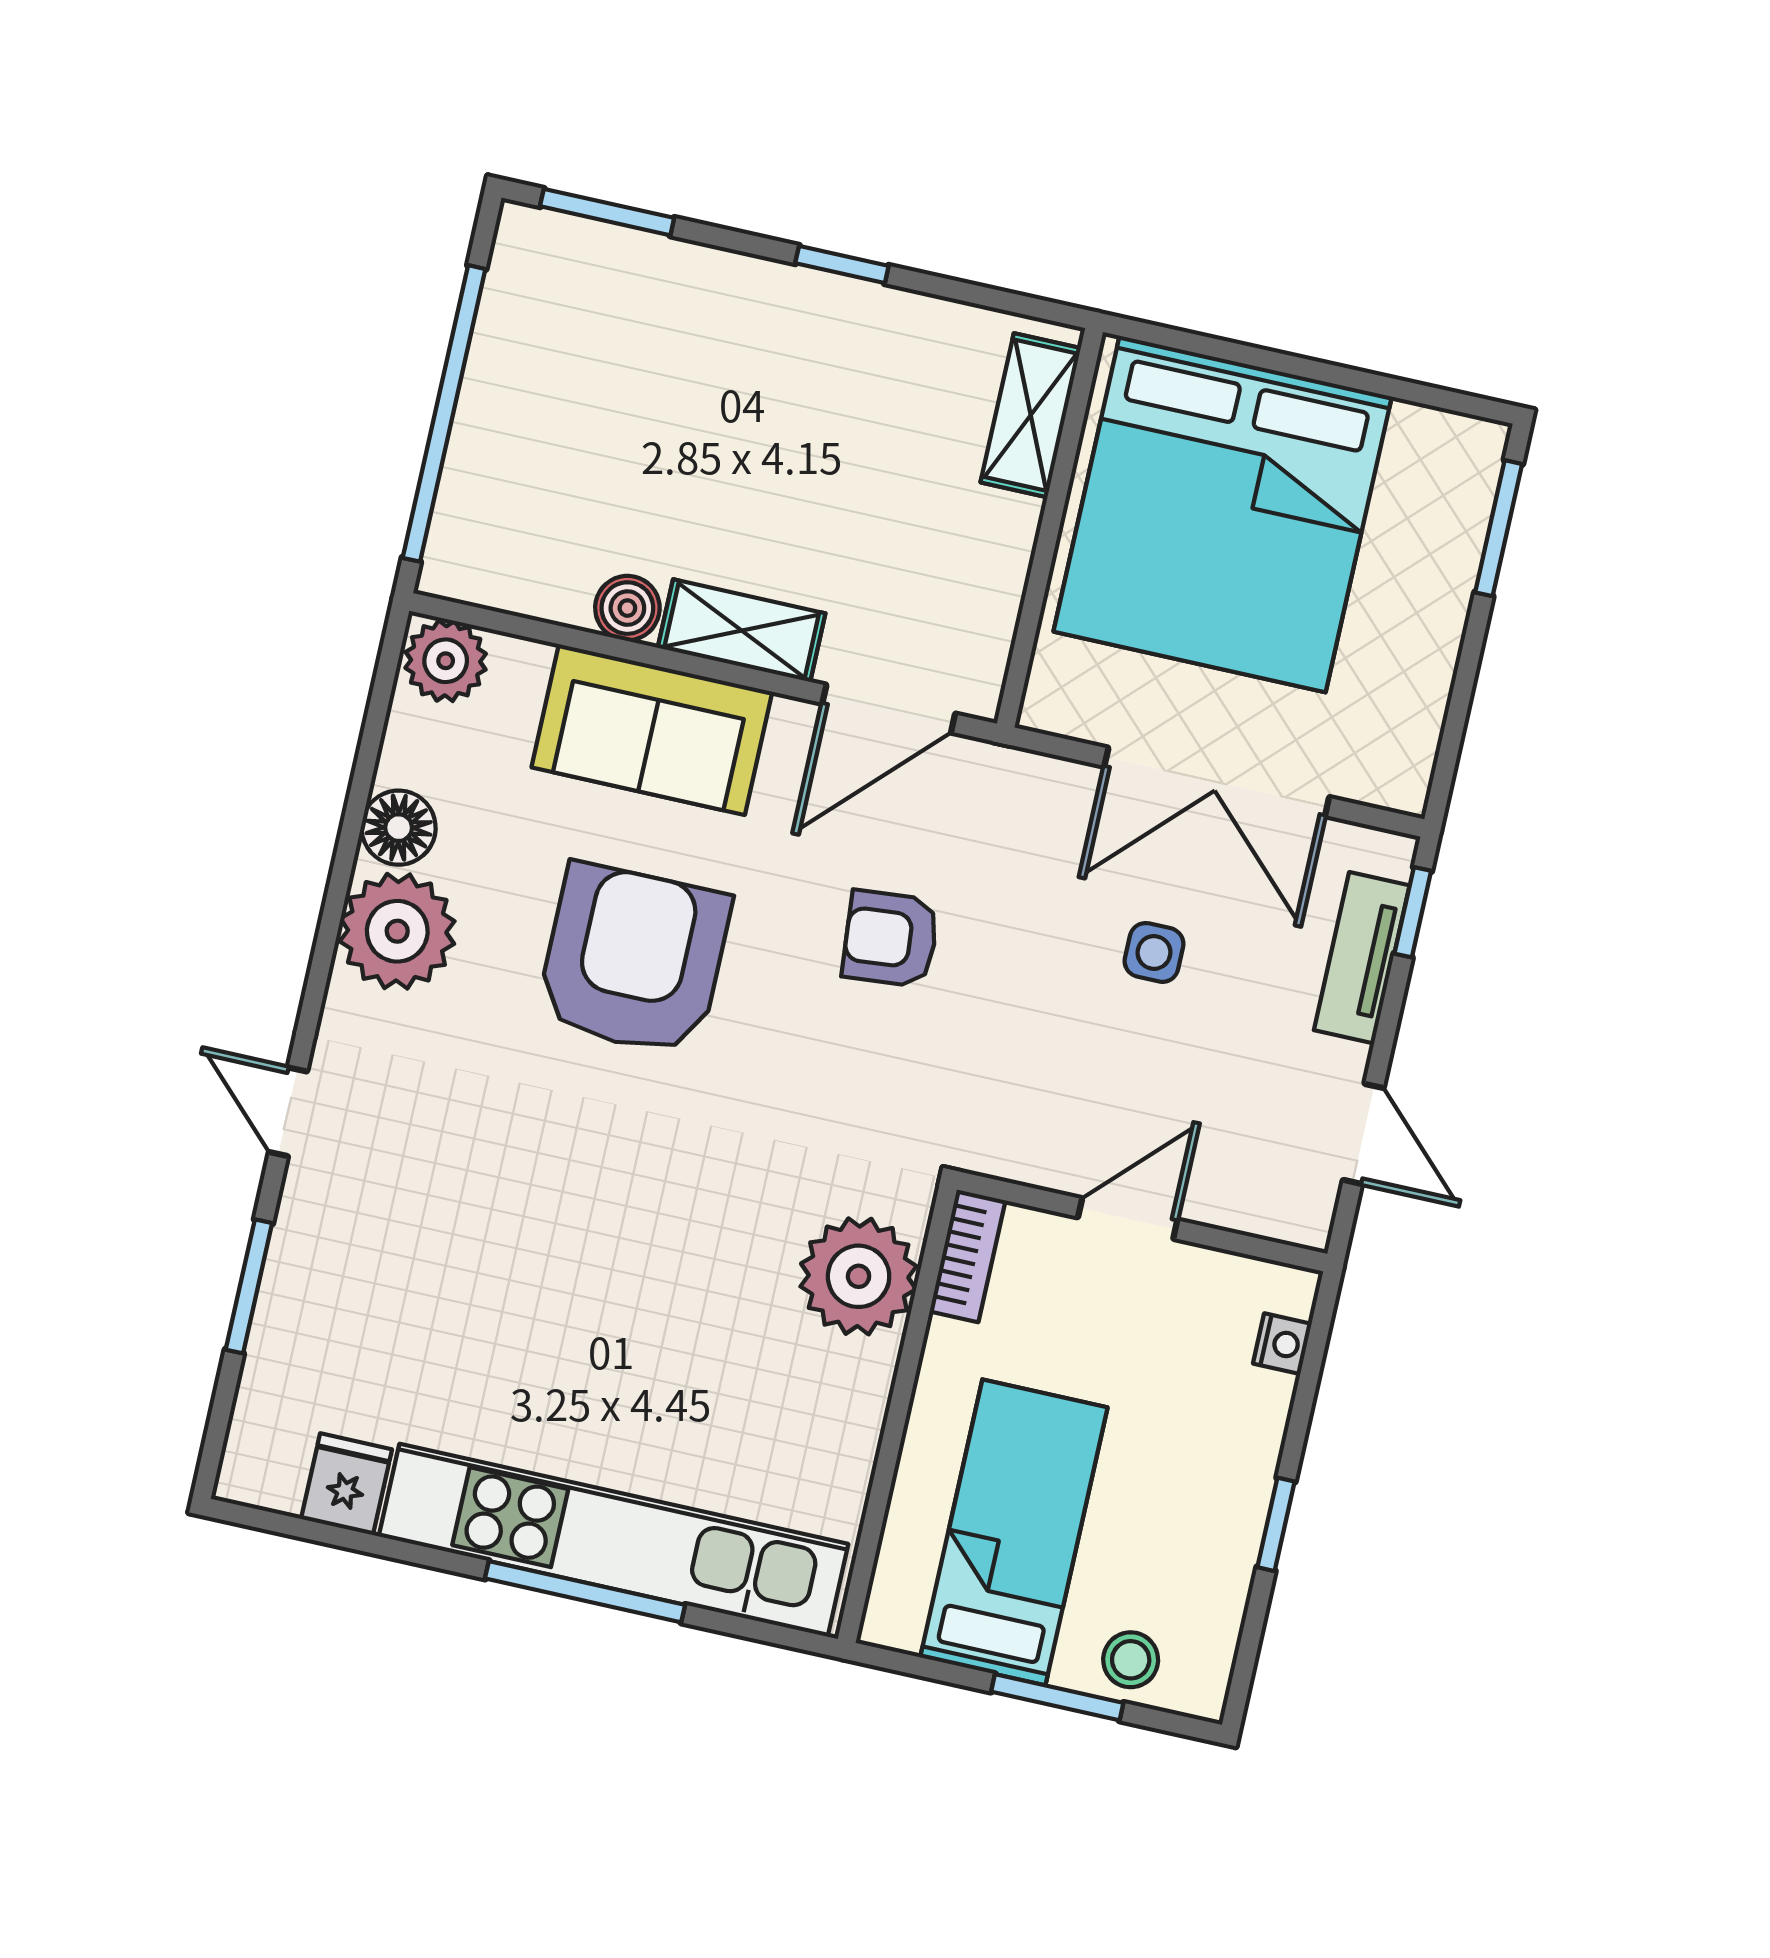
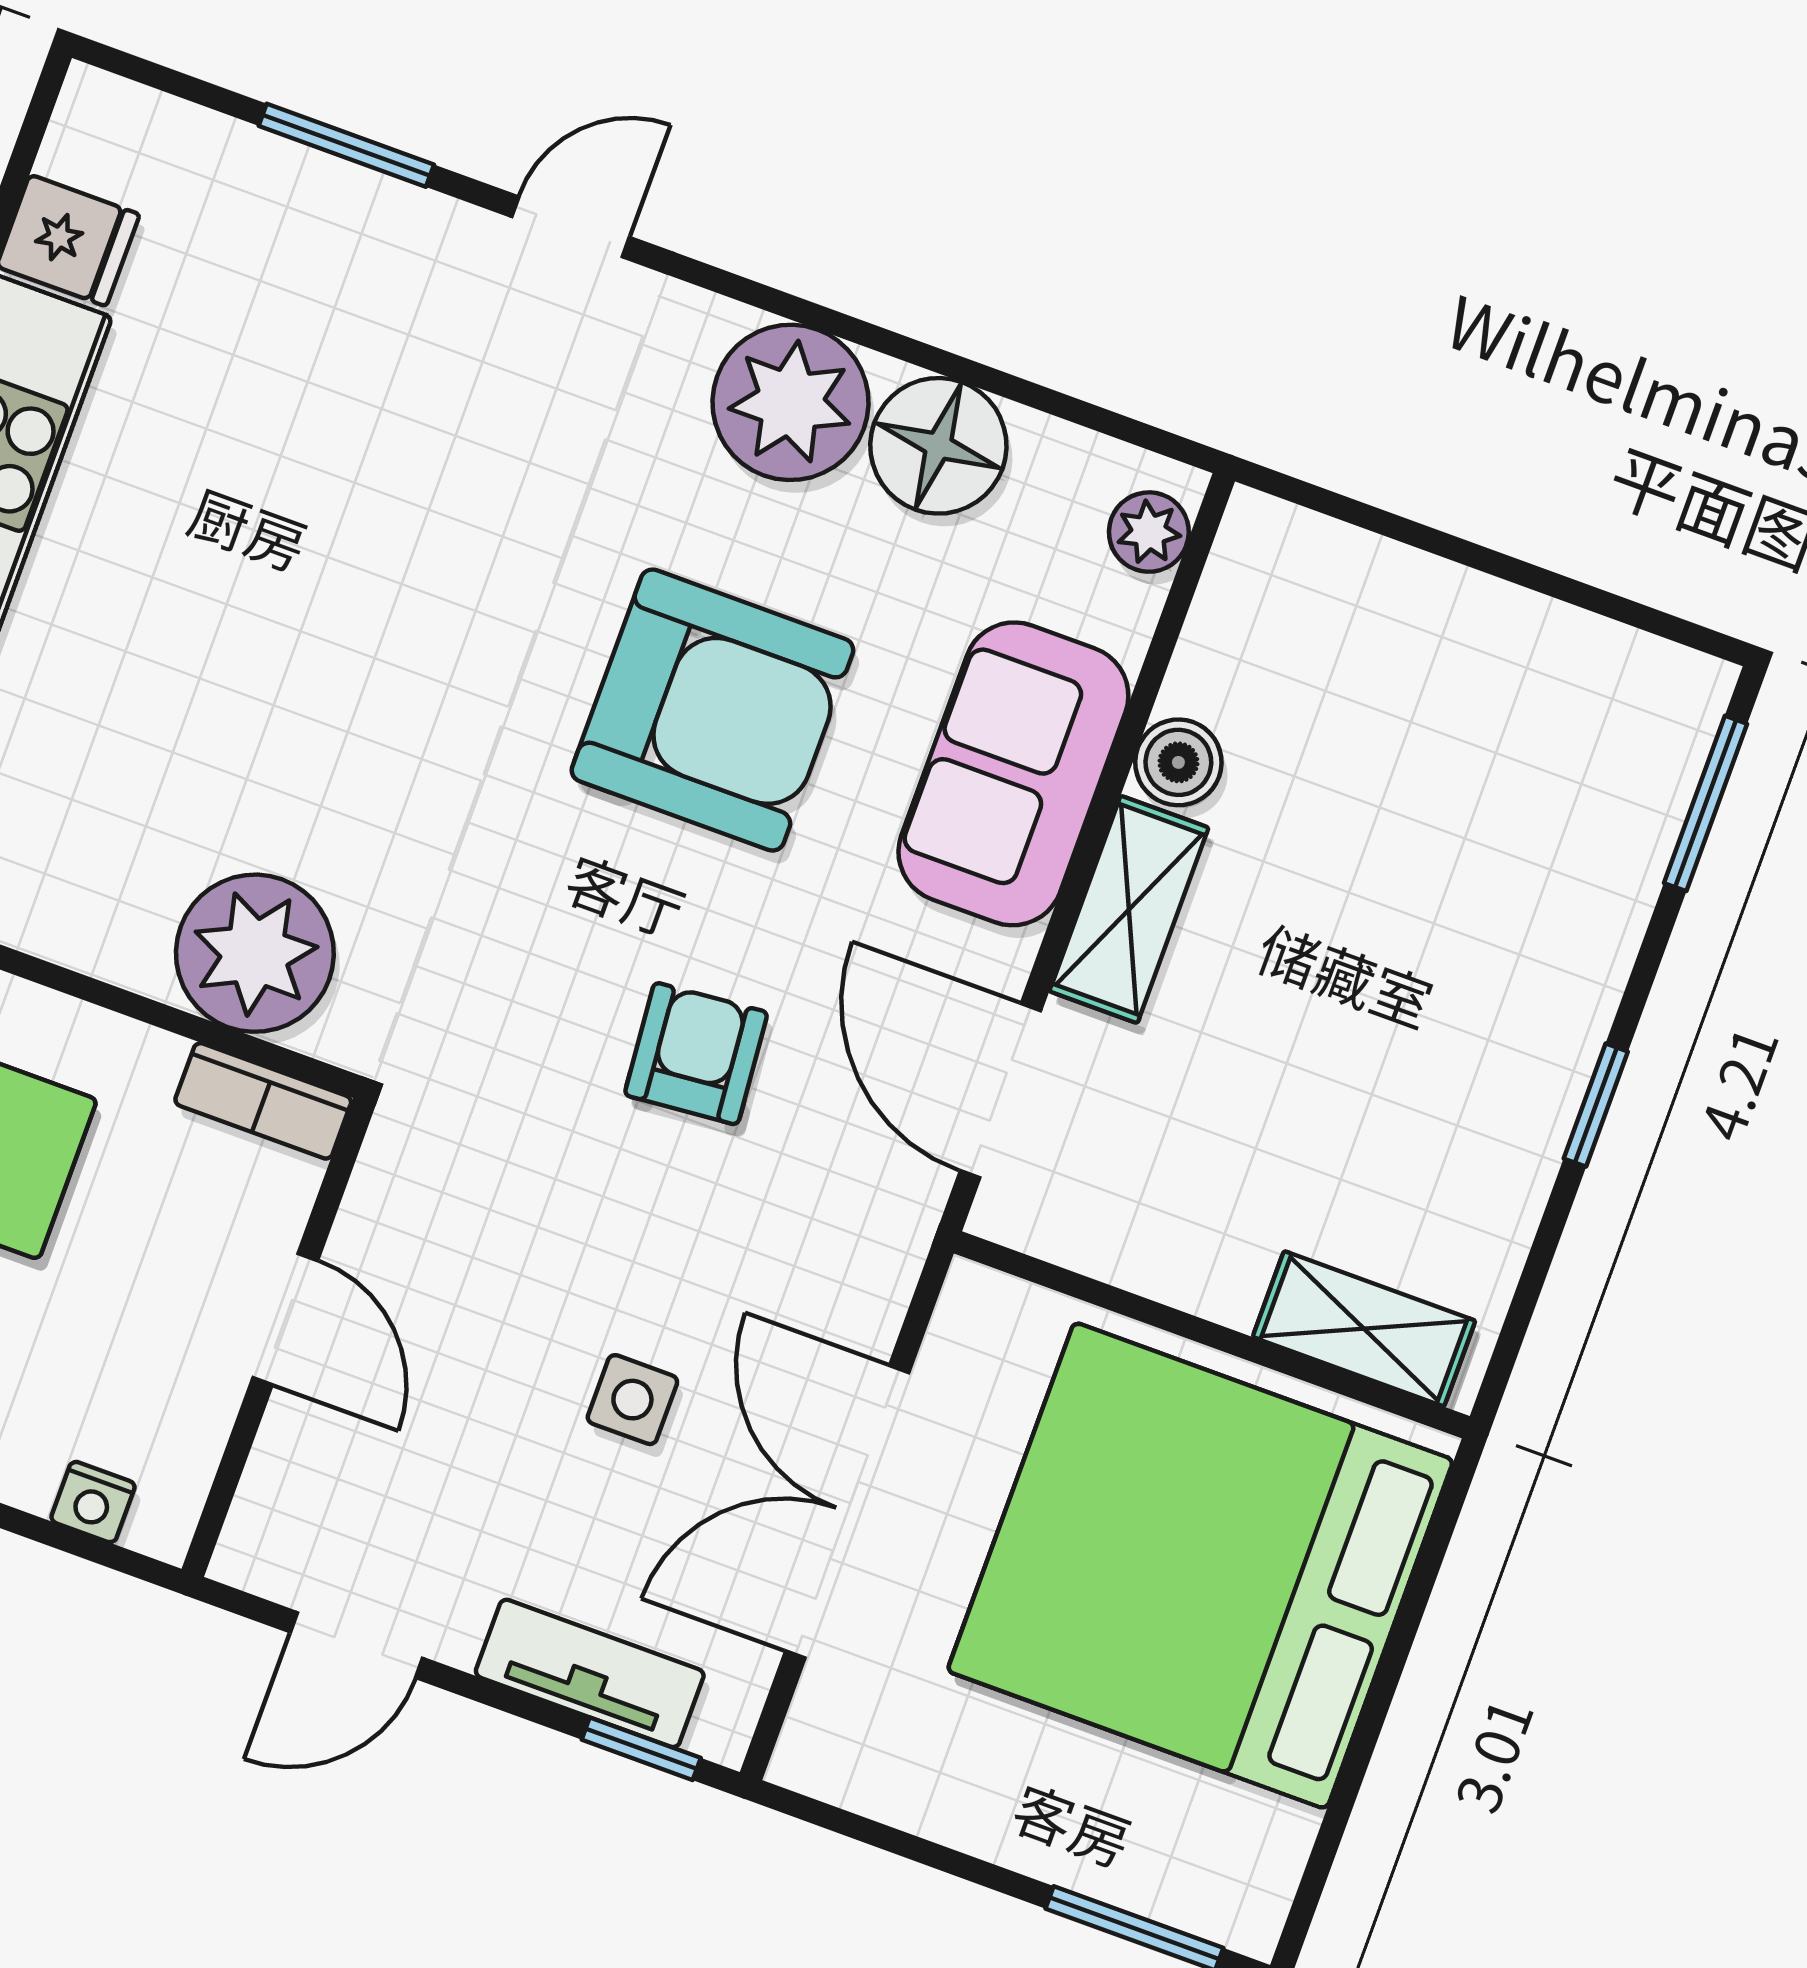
window: (444, 413) -> (1467, 553), removed
plant: (446, 661) -> (1149, 532), width x0.73, depth x0.73
floor lamp: (399, 828) -> (938, 446), width x1.38, depth x1.38

